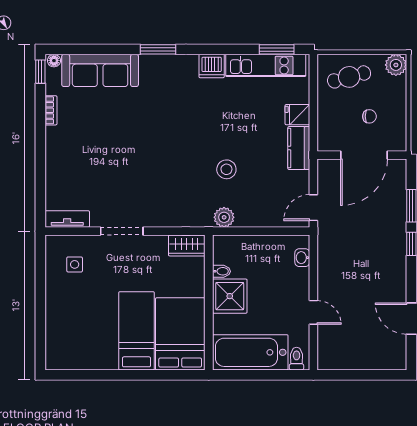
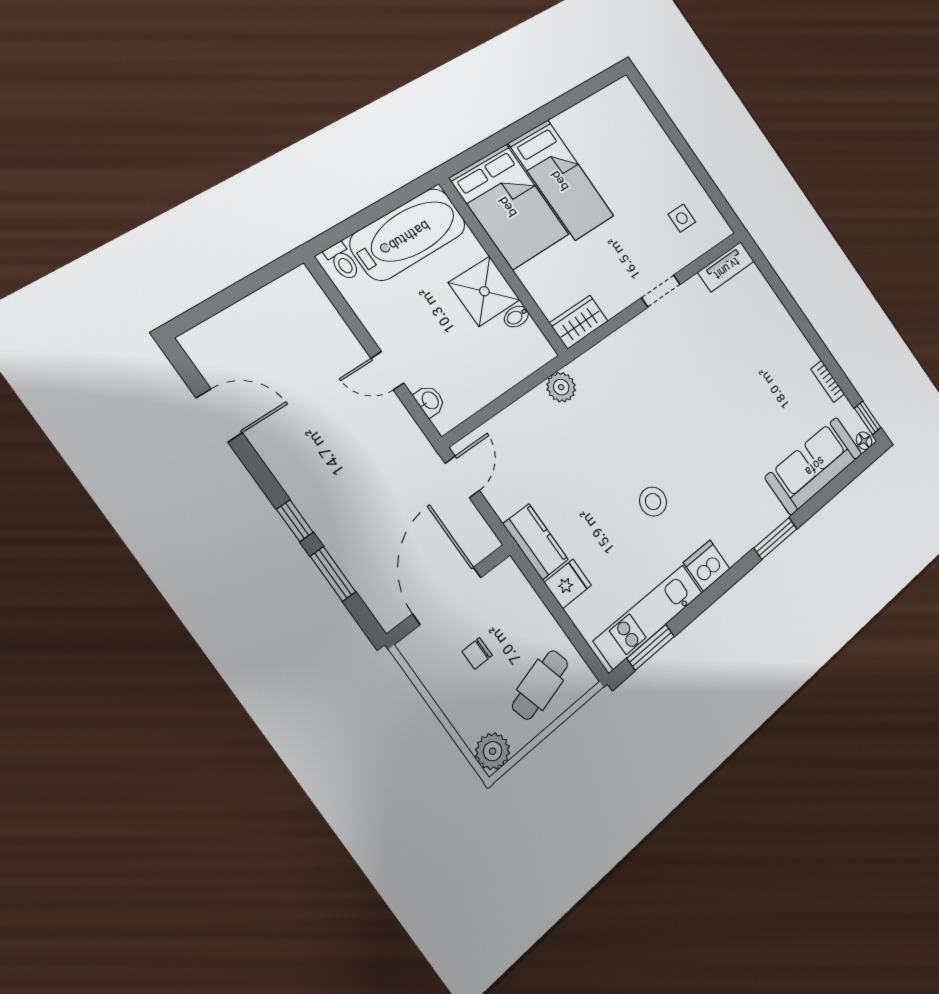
stool: (226, 169) -> (653, 502), moved
doorway: (122, 231) -> (661, 291), width x0.73
door: (313, 312) -> (387, 371), moved

